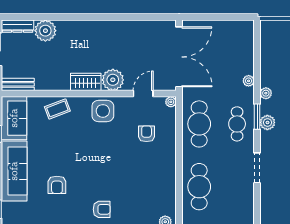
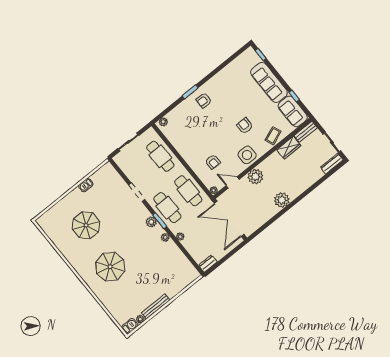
dresser: (242, 27) -> (208, 264), added
plant: (45, 31) -> (282, 200), moved
wardrobe: (86, 82) -> (289, 148), moved
door: (143, 94) -> (233, 183), swing flipped
cafe table: (237, 124) -> (167, 208), width x1.37, depth x1.35
armchair: (57, 185) -> (245, 126), moved

